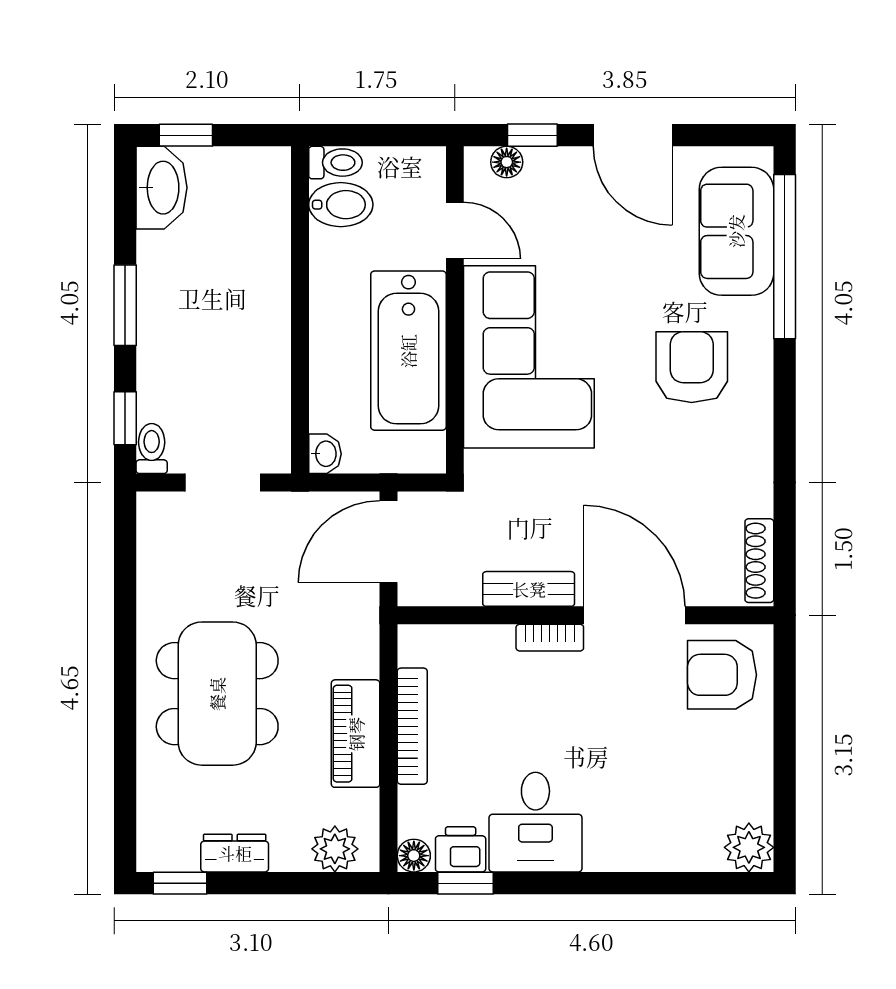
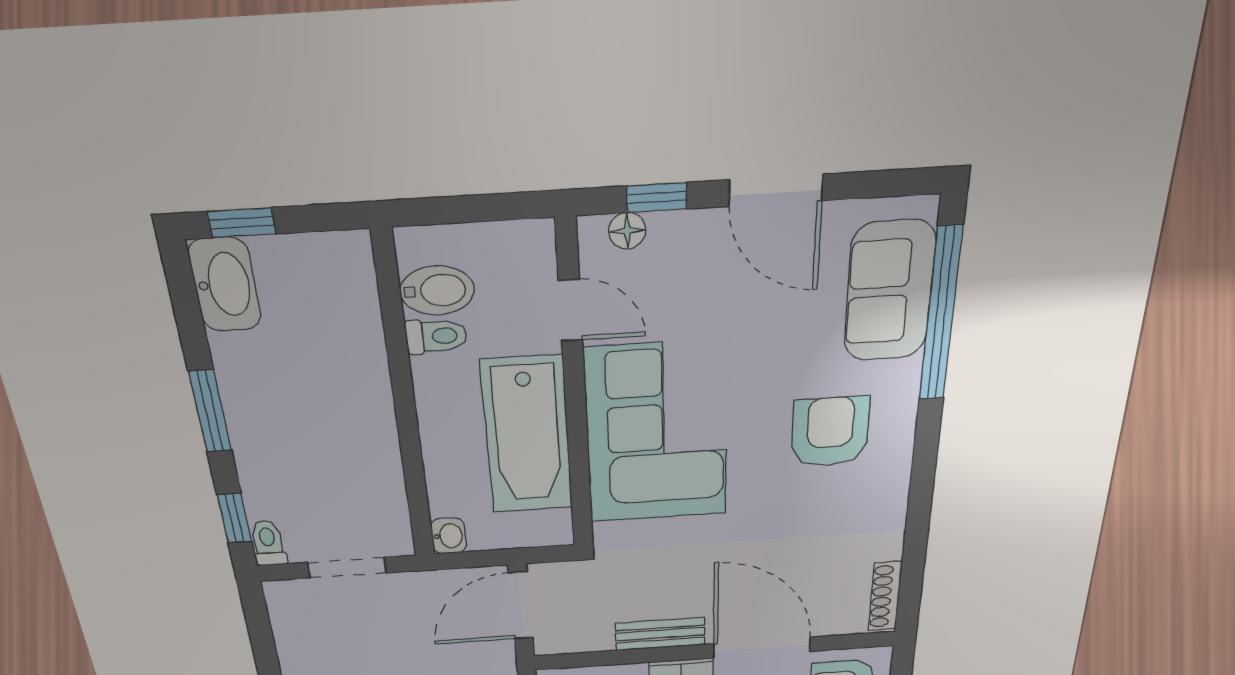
toilet: (335, 163) -> (436, 336), moved

